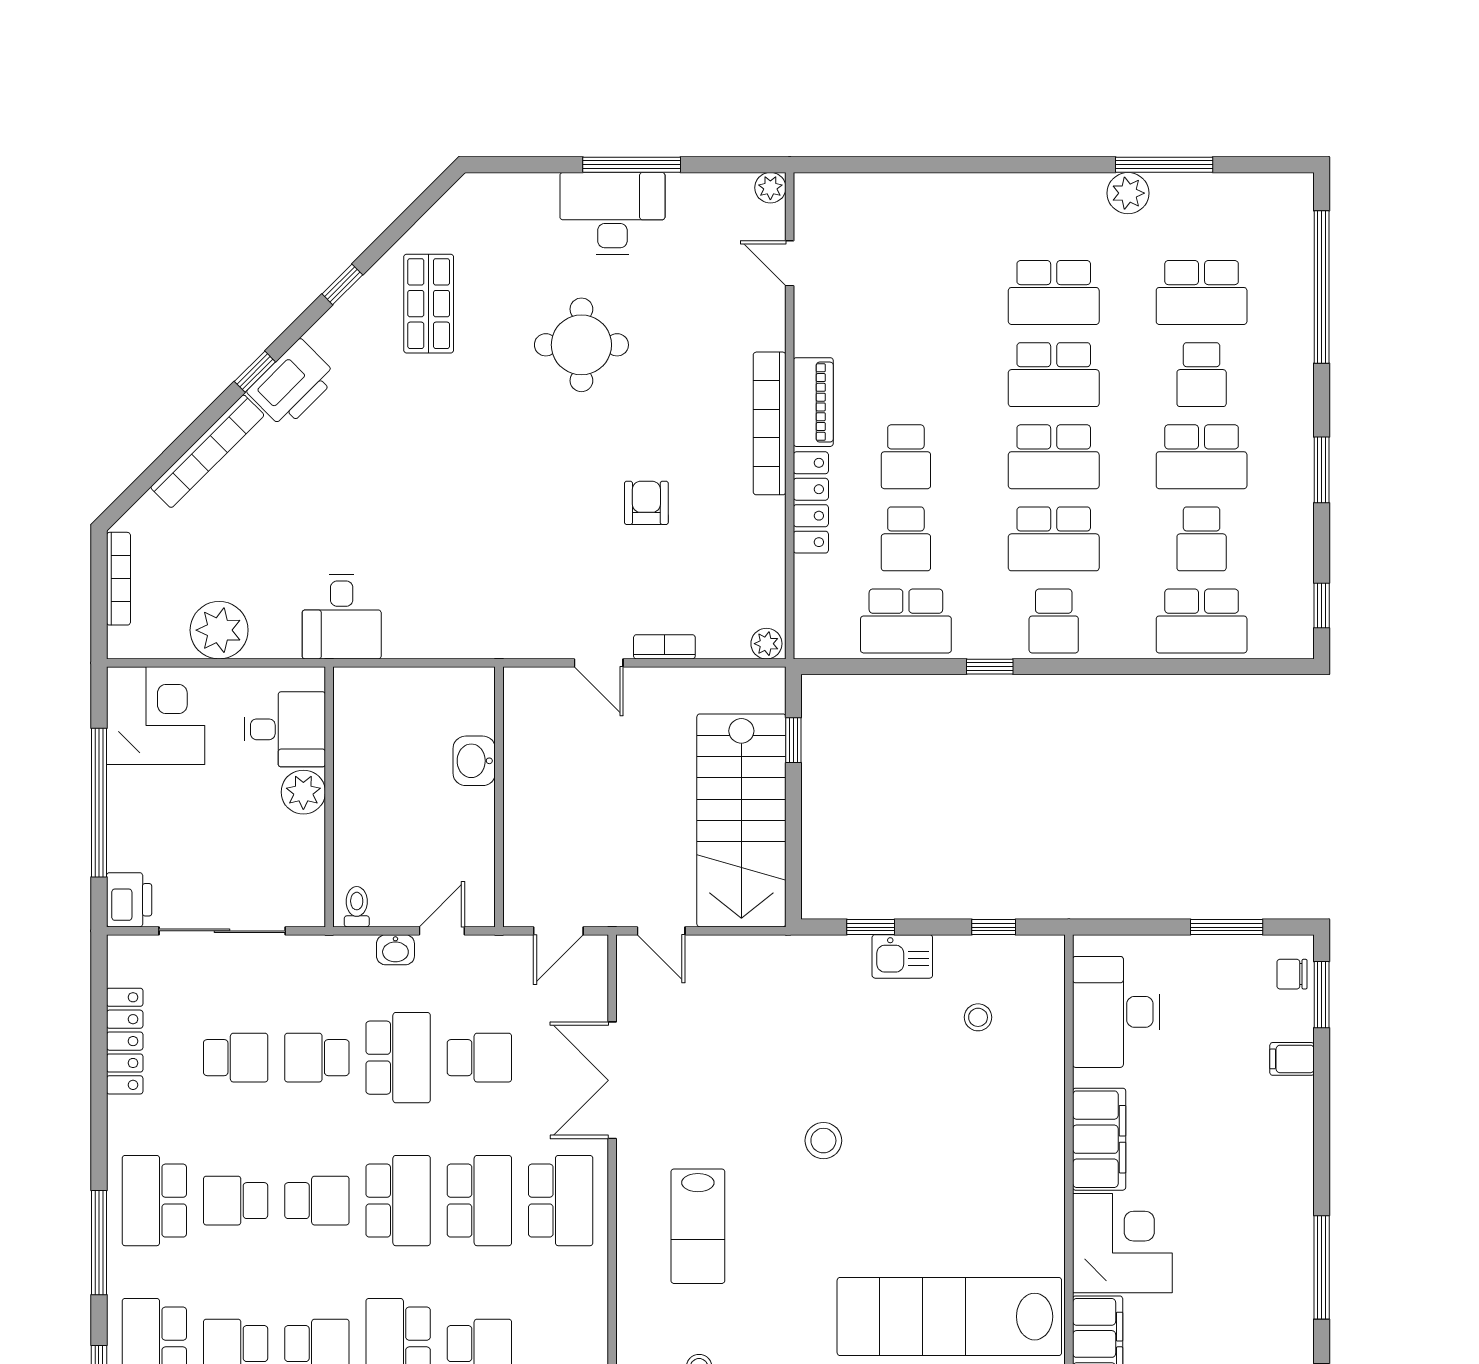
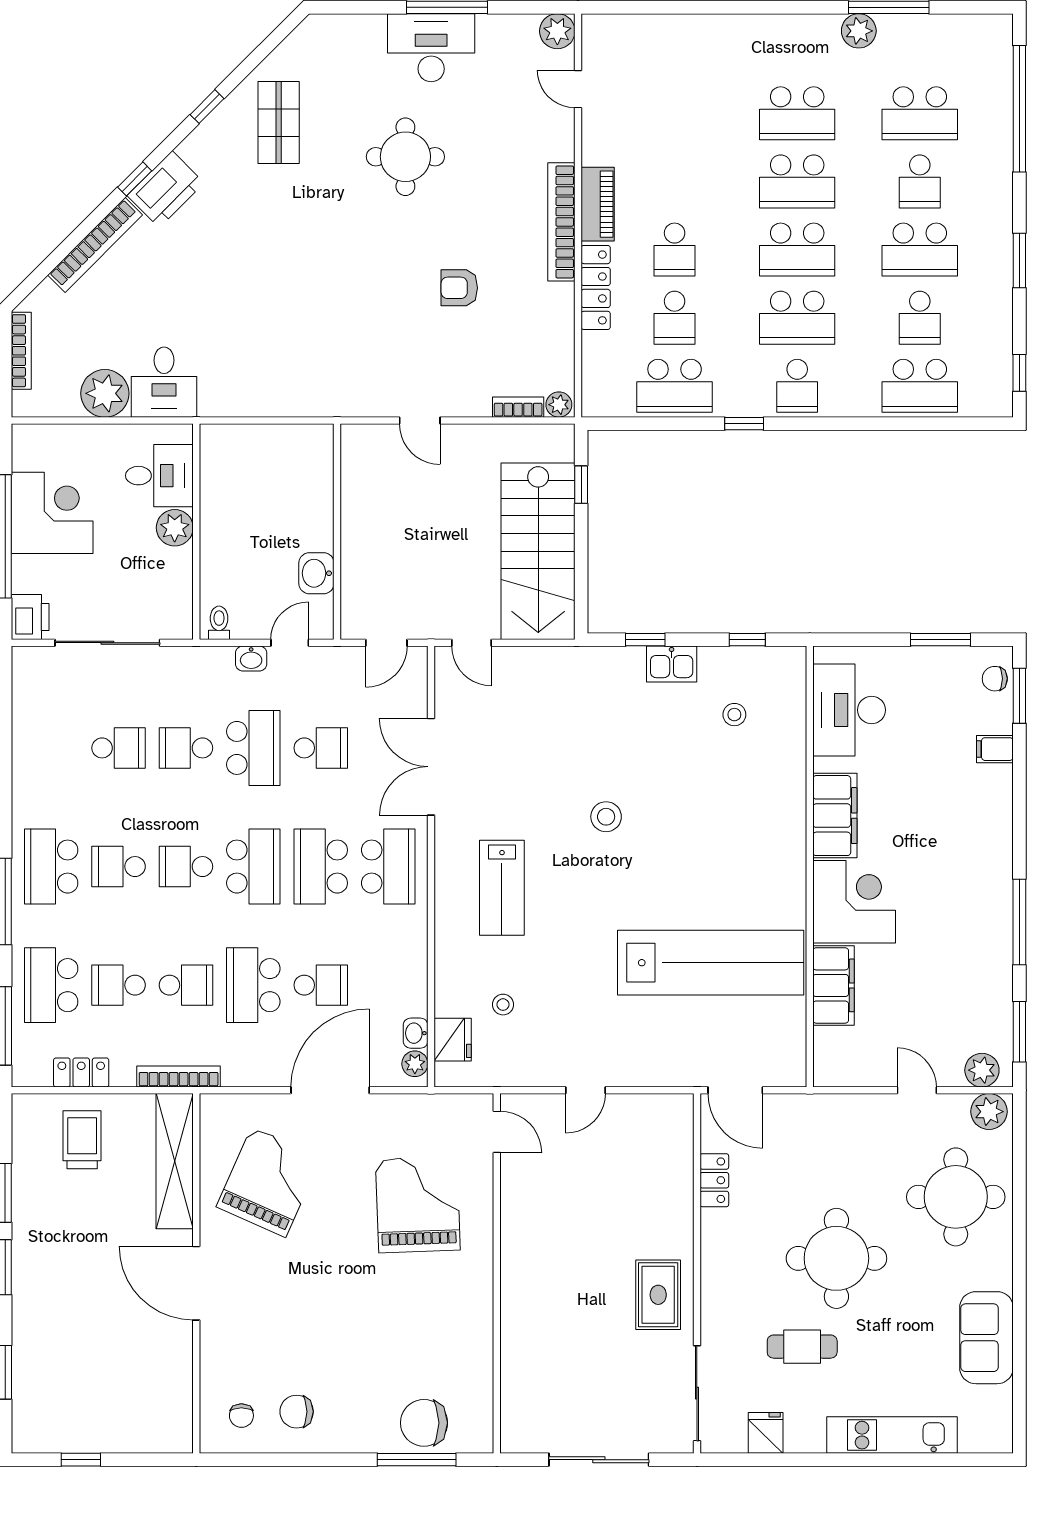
plant: (770, 188) -> (557, 31), width x1.38, depth x1.38
armchair: (646, 503) -> (459, 288), turned -90
desk: (342, 617) -> (164, 382), moved
bookcase: (664, 647) -> (518, 407), moved
corner desk: (156, 716) -> (52, 513), moved
washbasin: (474, 761) -> (316, 573), moved
locker: (125, 1041) -> (27, 734), removed
school desk: (317, 1201) -> (186, 867), turned 180
school desk: (479, 1201) -> (321, 867), turned 180
lab bench: (949, 1317) -> (711, 963), turned 180

